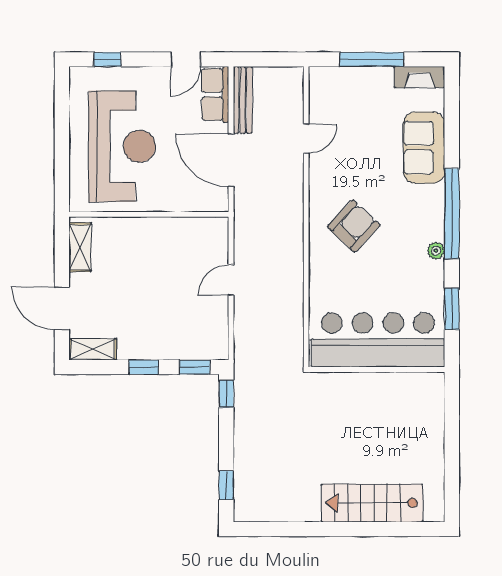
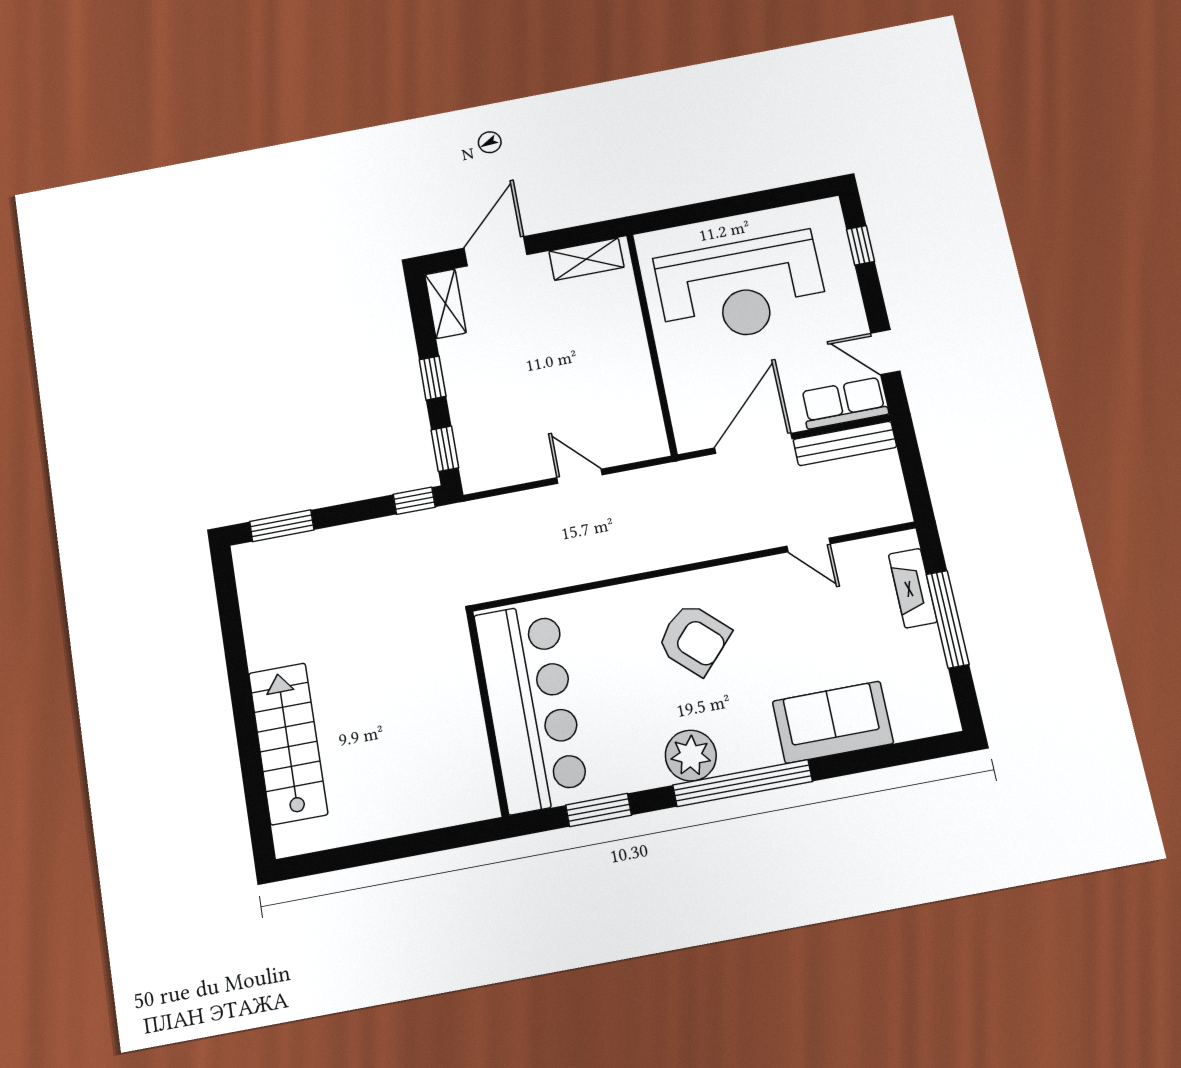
fireplace: (419, 77) -> (913, 588), moved
plant: (436, 251) -> (691, 756), width x1.88, depth x1.88
window: (226, 485) -> (282, 526), width x1.50

